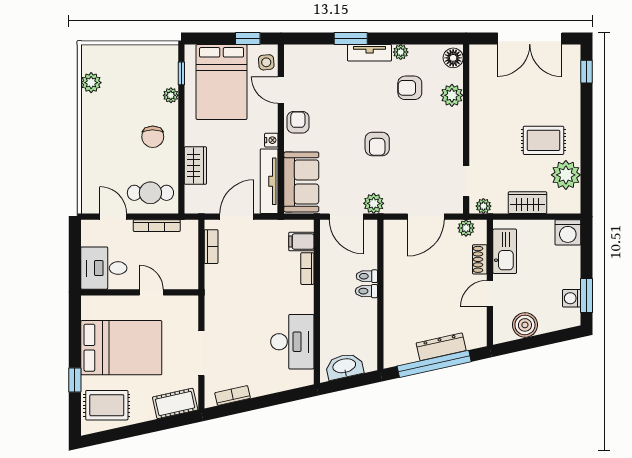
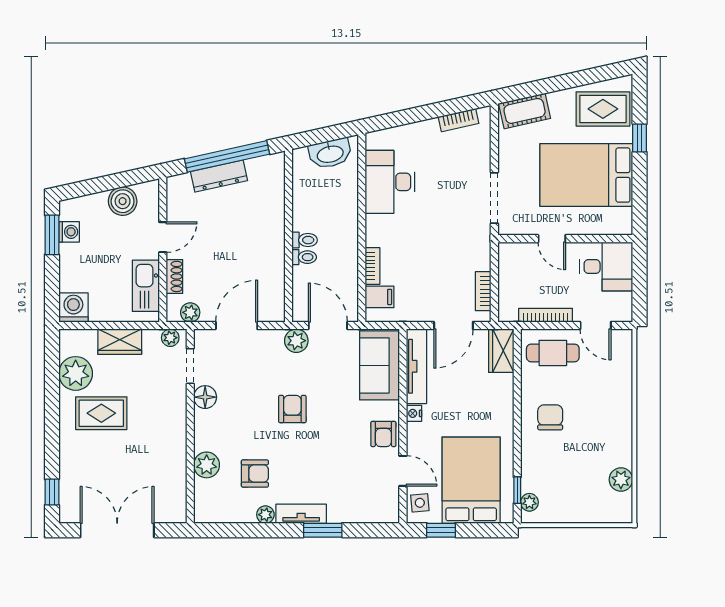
floor lamp: (453, 58) -> (205, 397), moved
plant: (171, 95) -> (529, 502), moved
wardrobe: (195, 166) -> (501, 351), moved
doorway: (201, 353) -> (494, 198), moved

